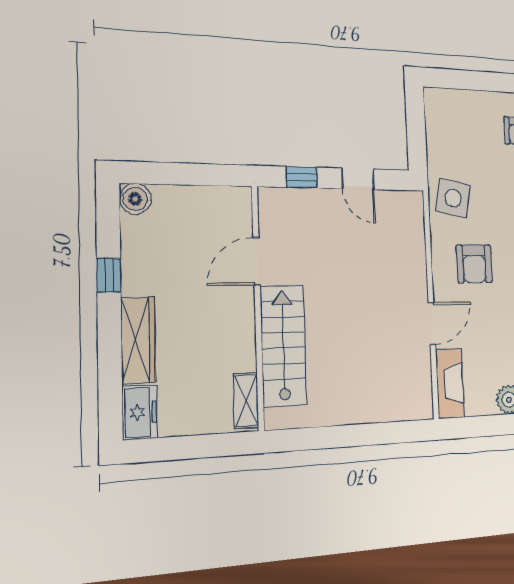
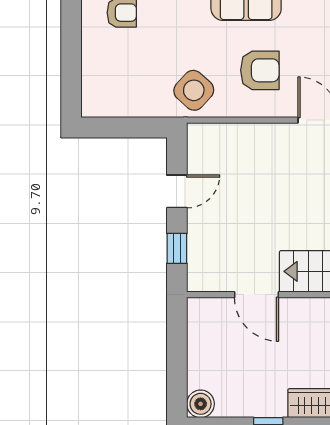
side table: (453, 198) -> (194, 90), turned 31

